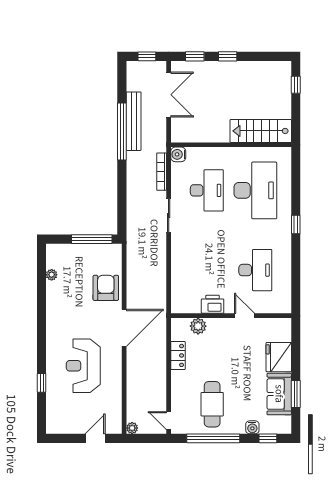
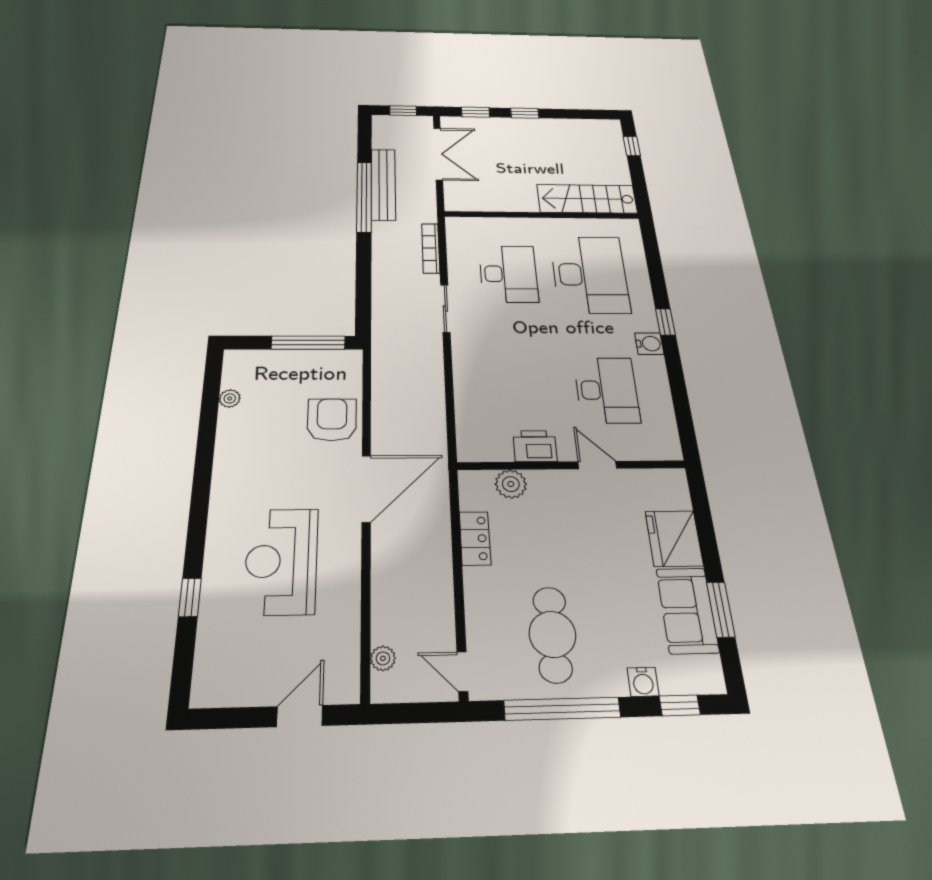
water cooler: (178, 154) -> (649, 344), moved, turned 180
plant: (132, 428) -> (383, 658), moved

